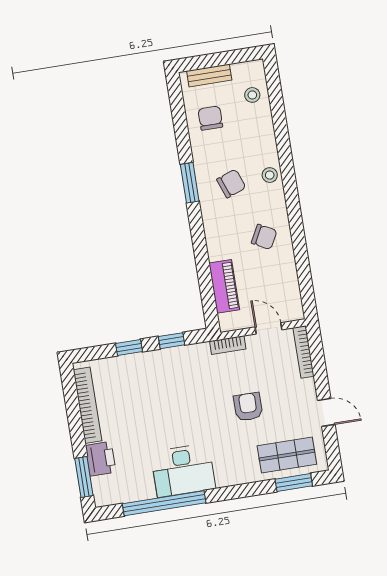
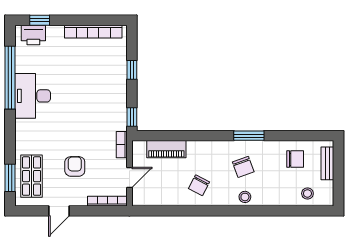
window: (172, 341) -> (132, 117), moved
armchair: (248, 407) -> (75, 166), moved, turned -90
printer: (101, 459) -> (33, 35), moved
window: (84, 477) -> (40, 20), width x0.67

